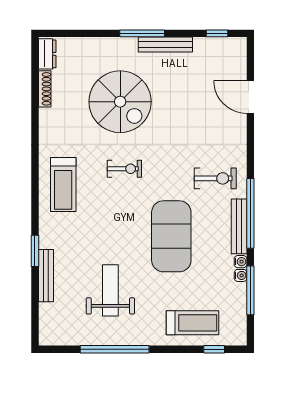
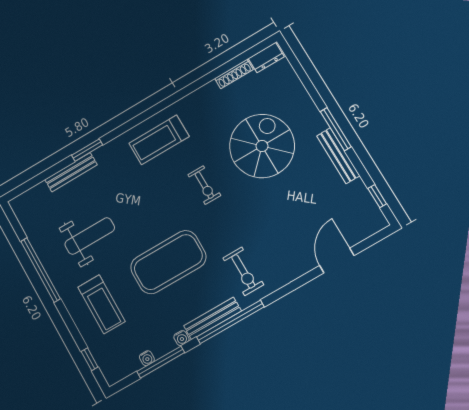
spiral stairs: (120, 102) -> (262, 146), turned 180
water cooler: (241, 275) -> (147, 358), moved
treadmill: (193, 323) -> (101, 304), moved

